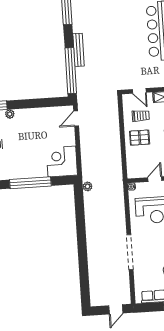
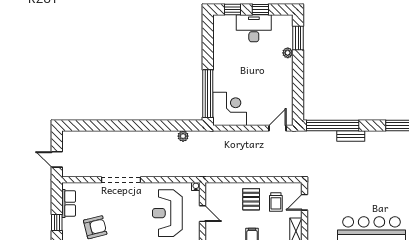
bench: (79, 50) -> (351, 136), width x0.73
door: (76, 119) -> (278, 128), hinge flipped
window: (30, 183) -> (208, 94), moved
plant: (87, 186) -> (183, 136), moved

